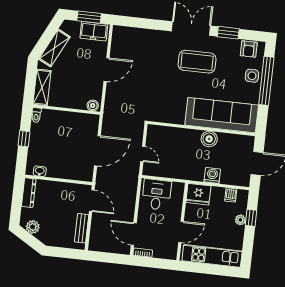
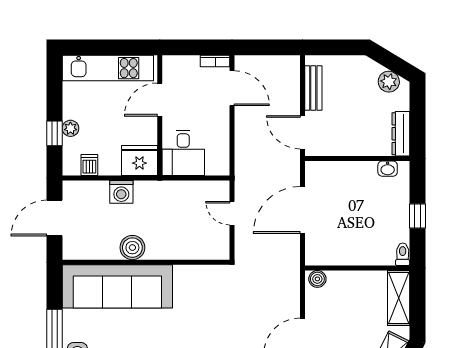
desk: (157, 195) -> (183, 153), moved

